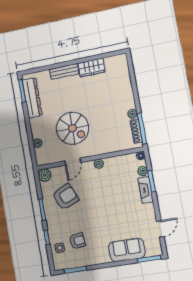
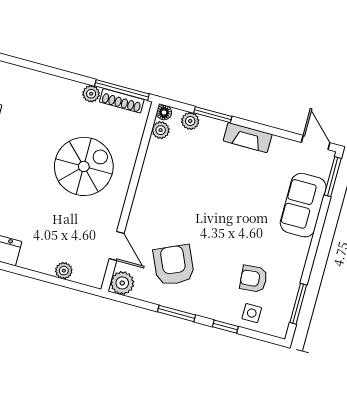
spiral stairs: (72, 128) -> (84, 166), moved
door: (73, 162) -> (117, 246), moved
plant: (99, 164) -> (161, 130), moved
fireplace: (146, 190) -> (248, 138), moved
door: (160, 229) -> (316, 143), moved
armchair: (77, 241) -> (254, 279), turned -88

